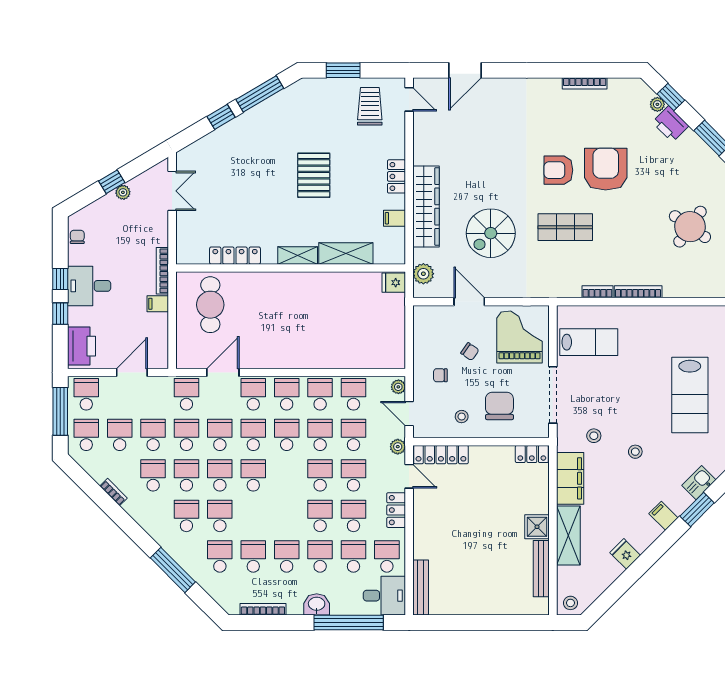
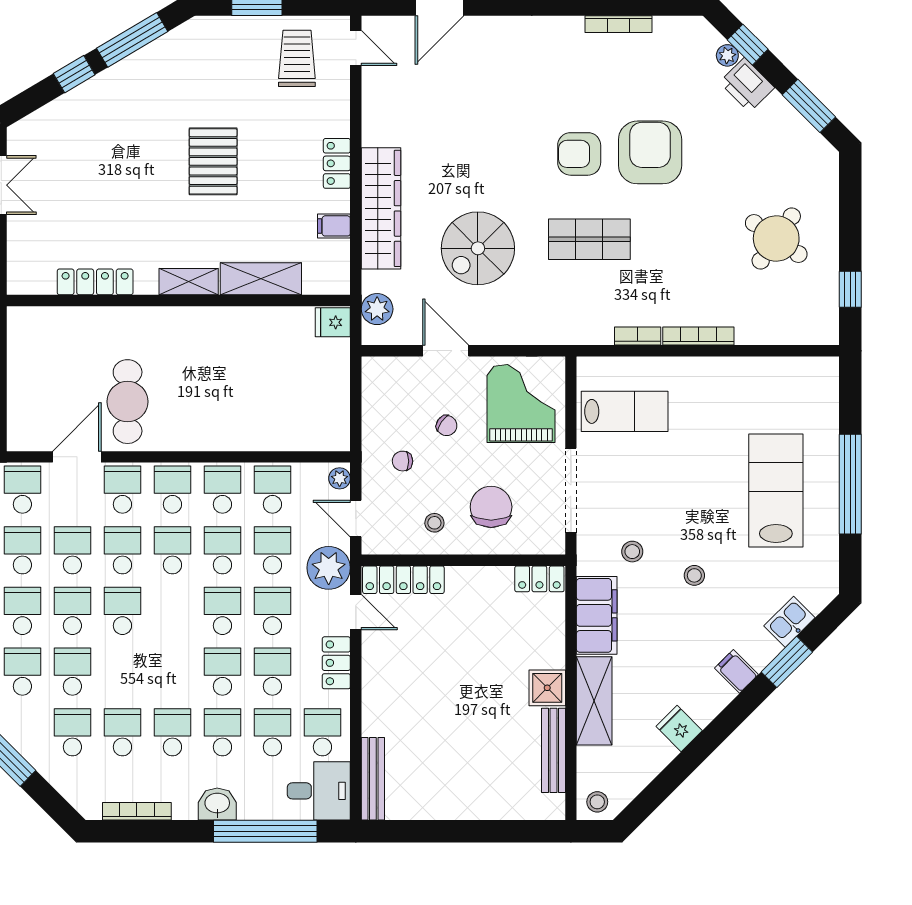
cafe table: (210, 305) -> (128, 402), moved
lab bench: (690, 395) -> (776, 490), turned 180
plant: (398, 447) -> (329, 568), width x1.87, depth x1.87

